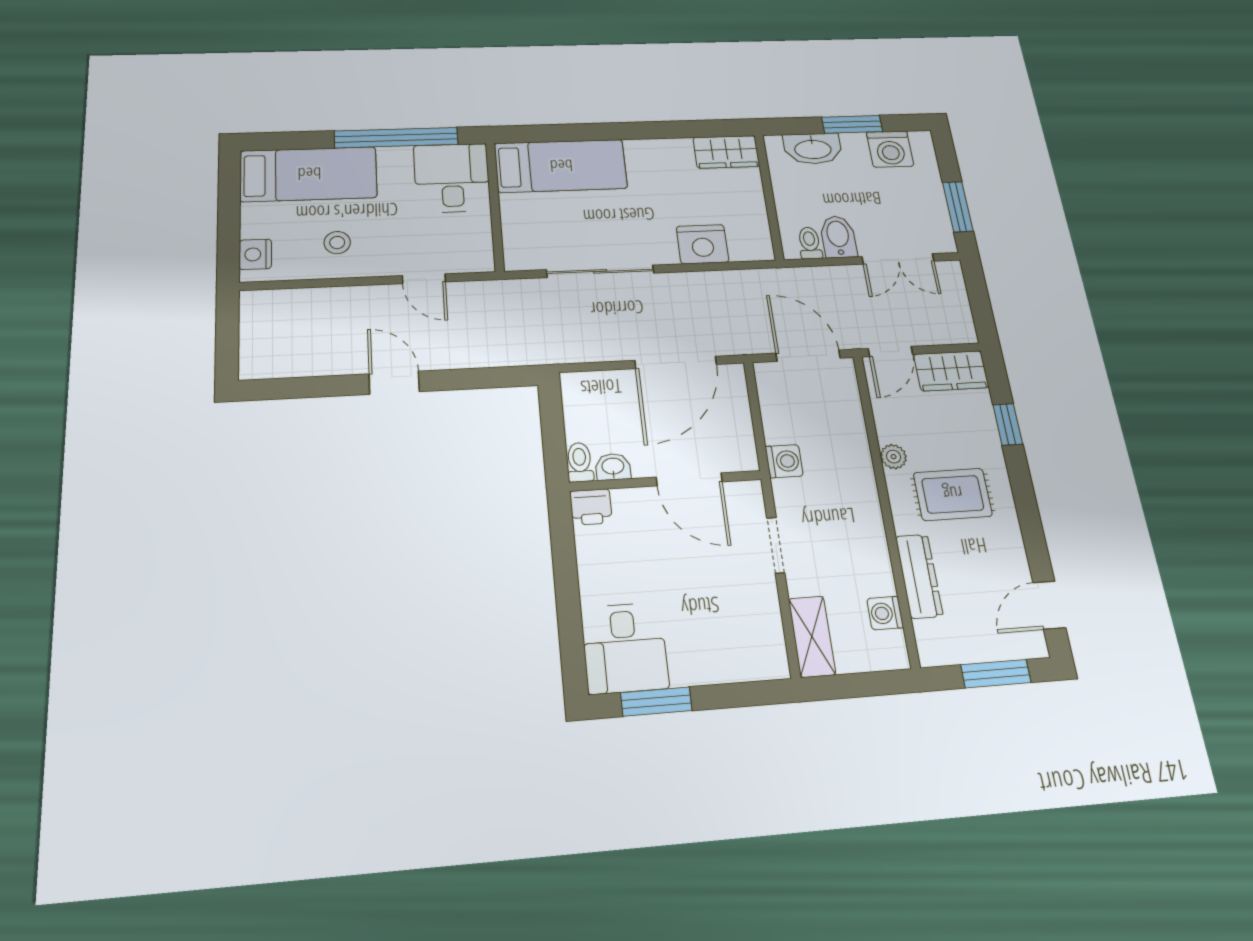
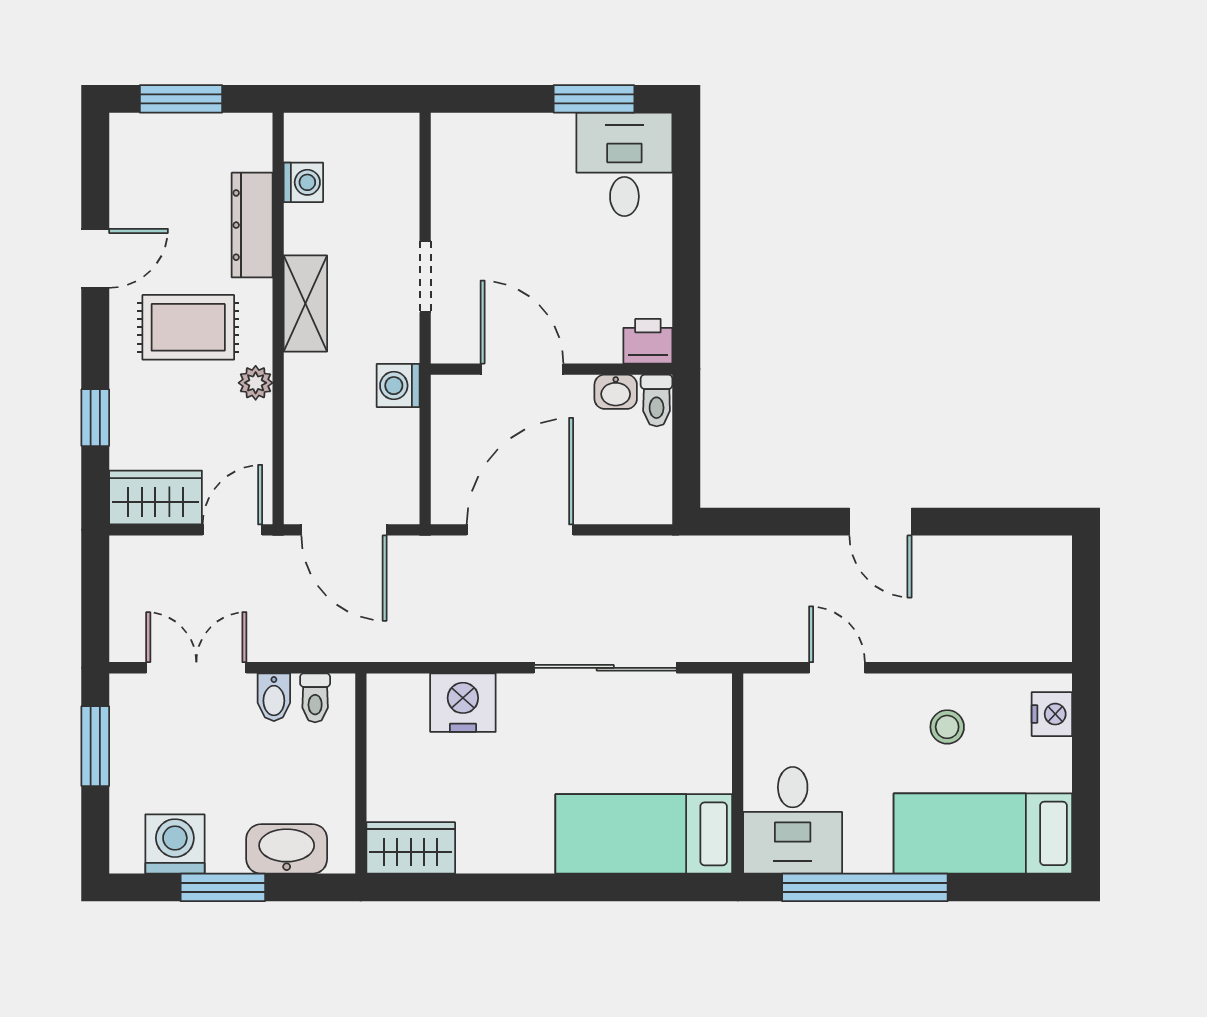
bidet: (838, 237) -> (274, 697), width x0.72, depth x0.74
door: (1049, 605) -> (95, 258), moved
shelving: (812, 636) -> (305, 304), moved

